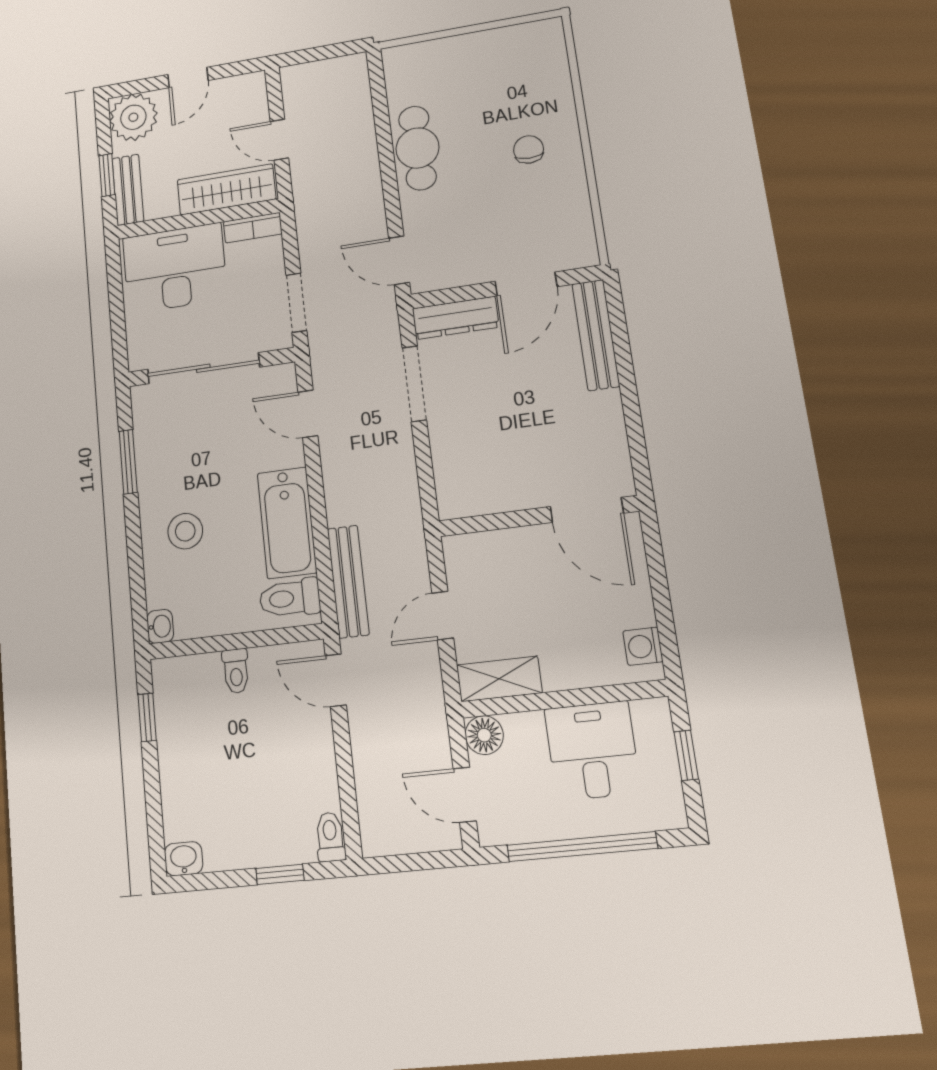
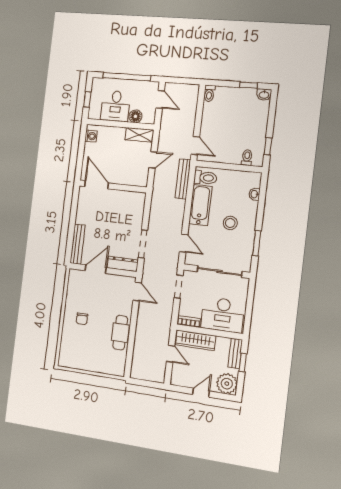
stool: (185, 531) -> (230, 223), moved
washbasin: (160, 626) -> (254, 194), moved
toilet: (236, 671) -> (247, 158), moved
floor lamp: (484, 735) -> (135, 116), moved
window: (280, 874) -> (248, 85), moved

